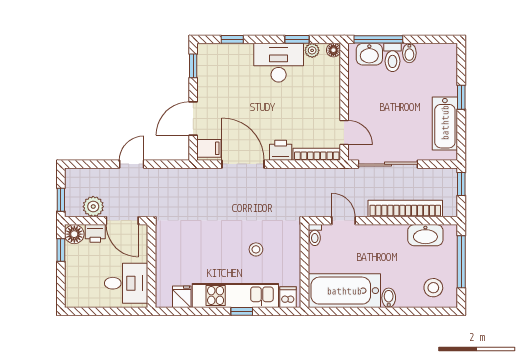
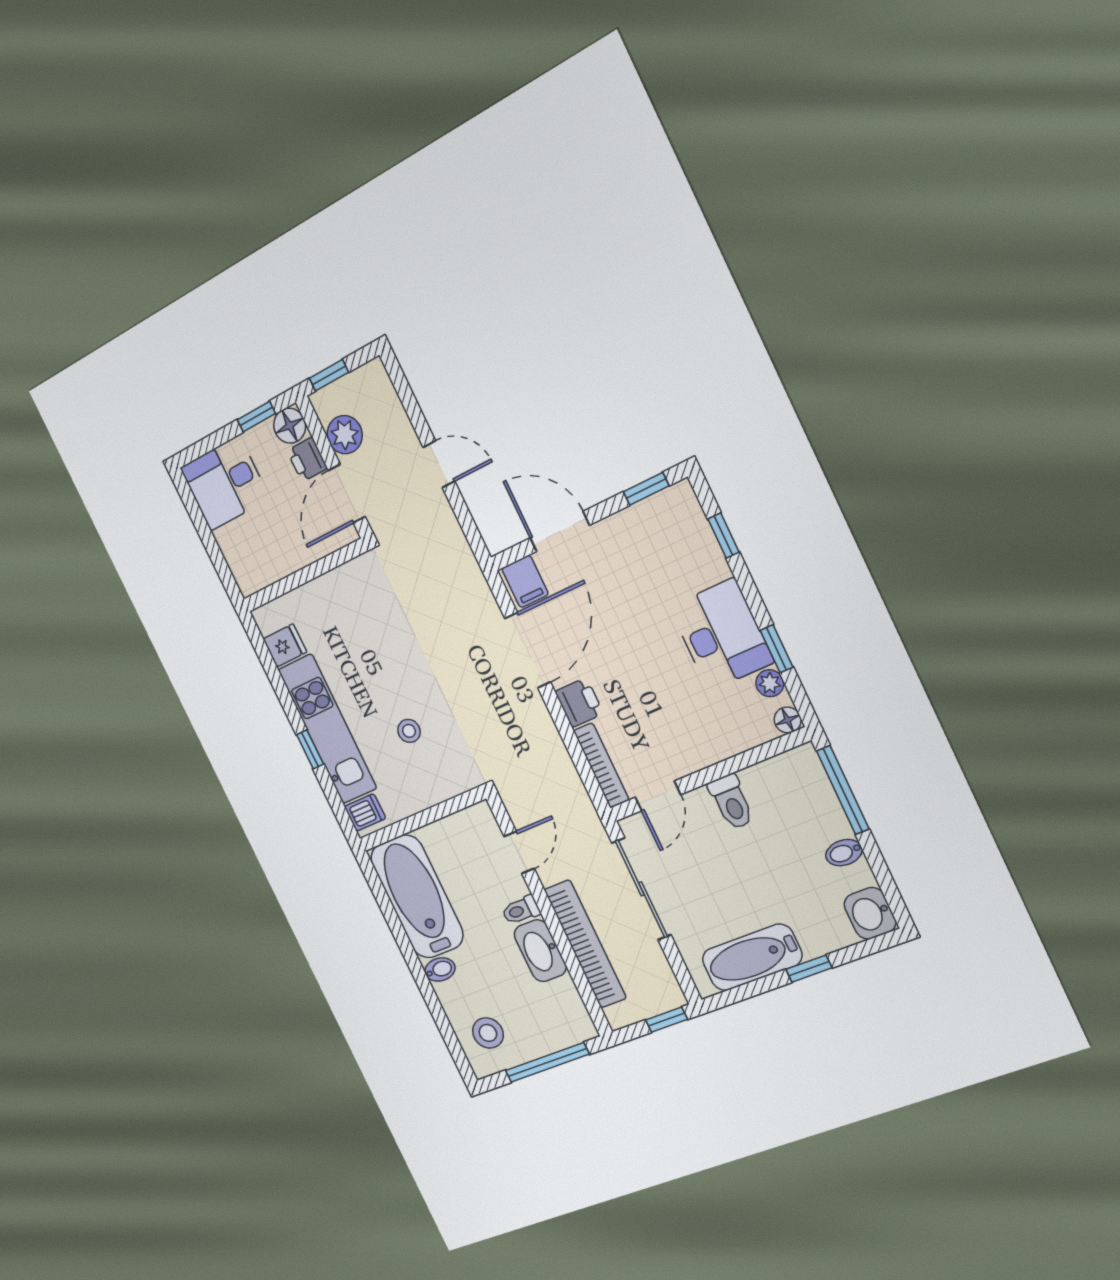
washbasin: (369, 54) -> (870, 913), moved
toilet: (393, 57) -> (731, 802), moved, turned -90
toilet: (315, 235) -> (521, 910), moved
washbasin: (425, 235) -> (540, 951), moved
desk: (126, 283) -> (225, 483), moved, turned 90

